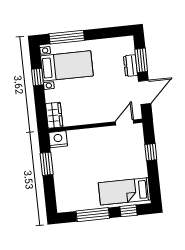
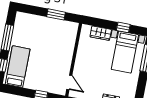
wardrobe: (54, 115) -> (101, 33), moved
nightstand: (58, 139) -> (72, 29), removed

